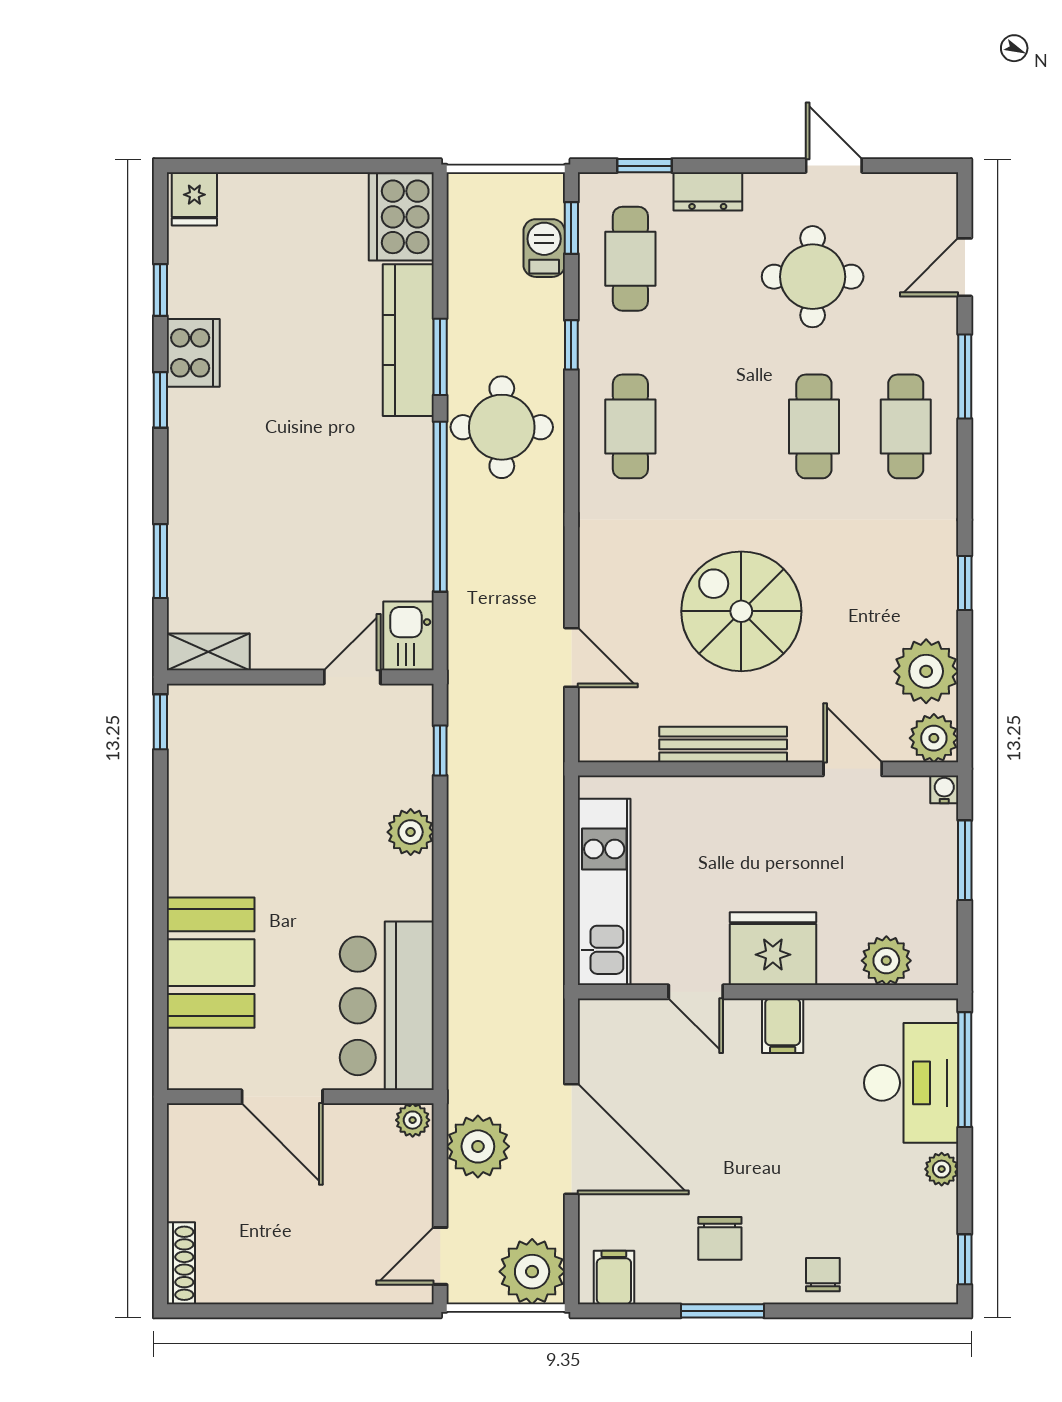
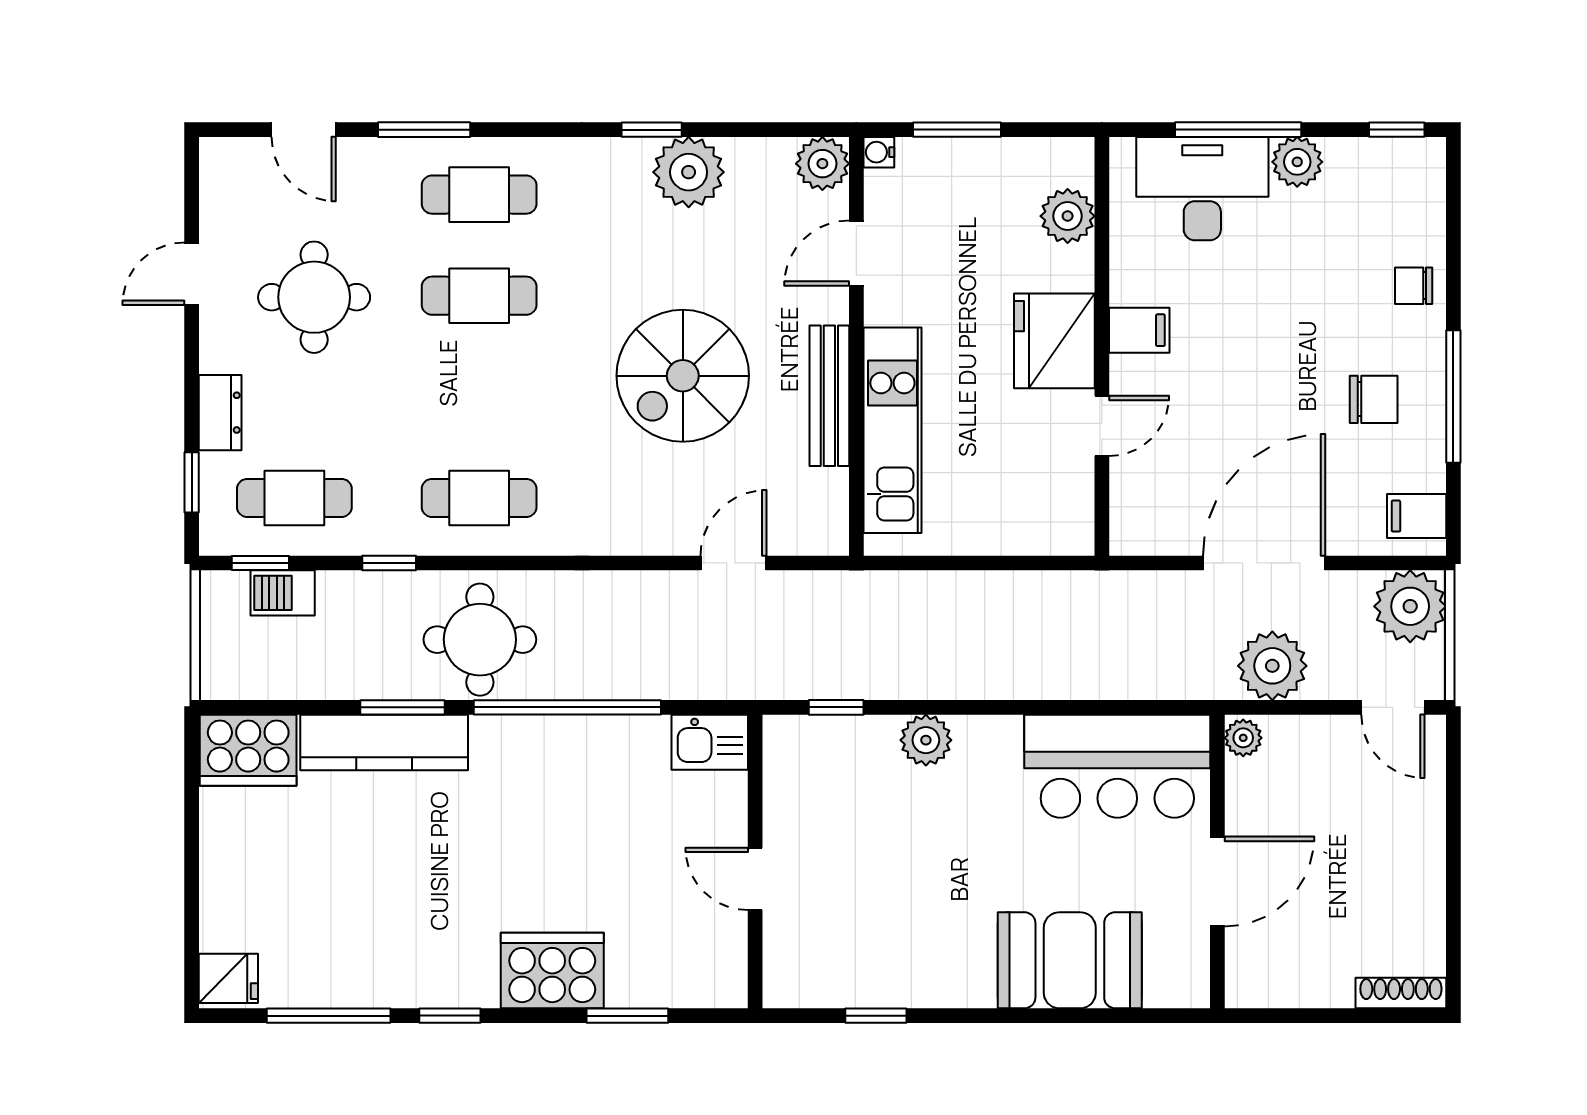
window: (160, 290) -> (329, 1016), width x2.17
cooker: (193, 353) -> (552, 971), moved, width x1.37, depth x1.31
shelving: (208, 652) -> (727, 963), removed
plant: (926, 671) -> (689, 172), moved
door: (352, 677) -> (755, 879), moved
window: (160, 722) -> (876, 1016), moved
kitchen unit: (604, 892) -> (892, 430), moved, turned 90
window: (965, 1070) -> (1238, 130), moved
plant: (942, 1169) -> (1297, 162), width x1.38, depth x1.38
window: (722, 1311) -> (1453, 396), width x1.44

